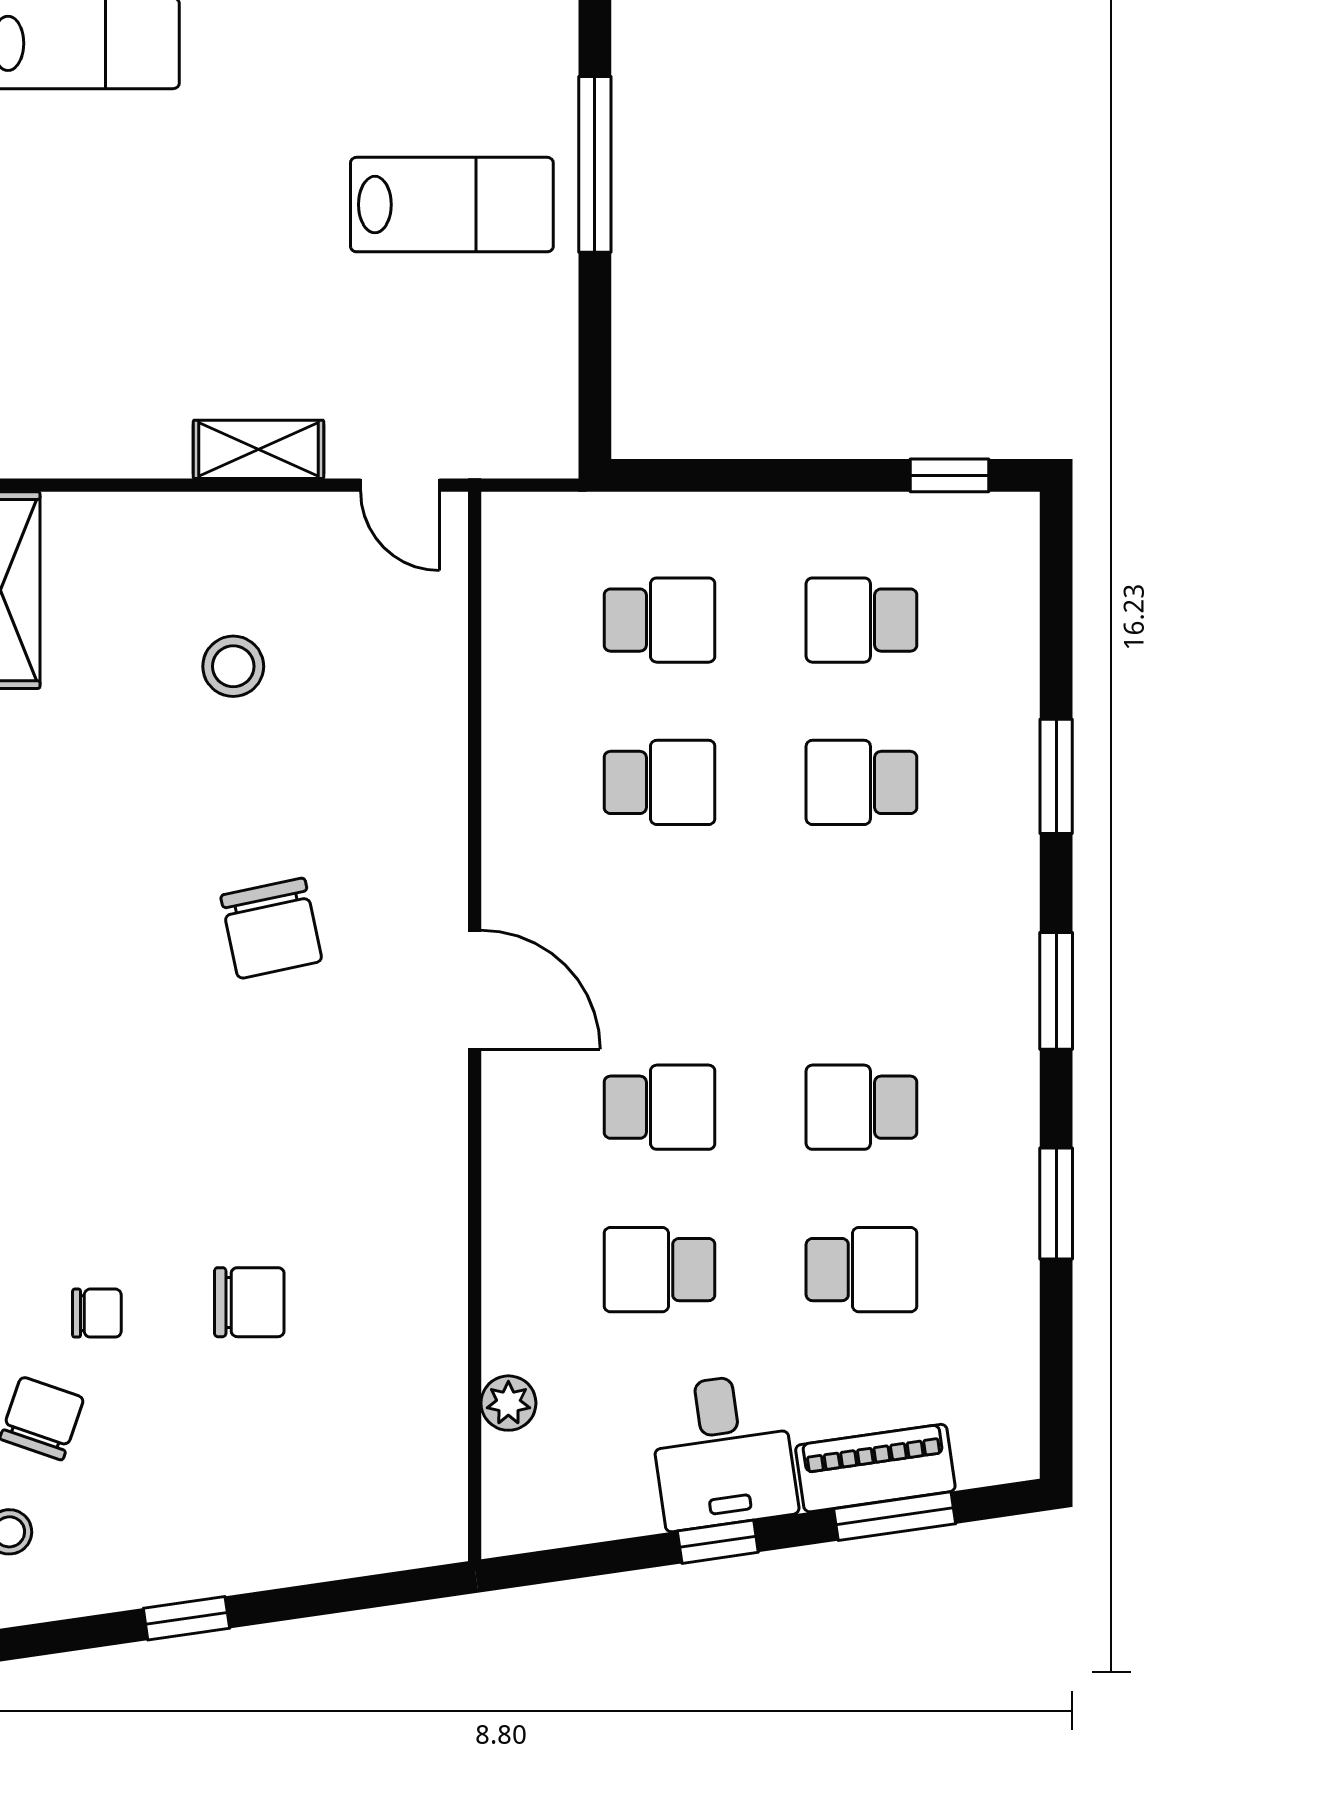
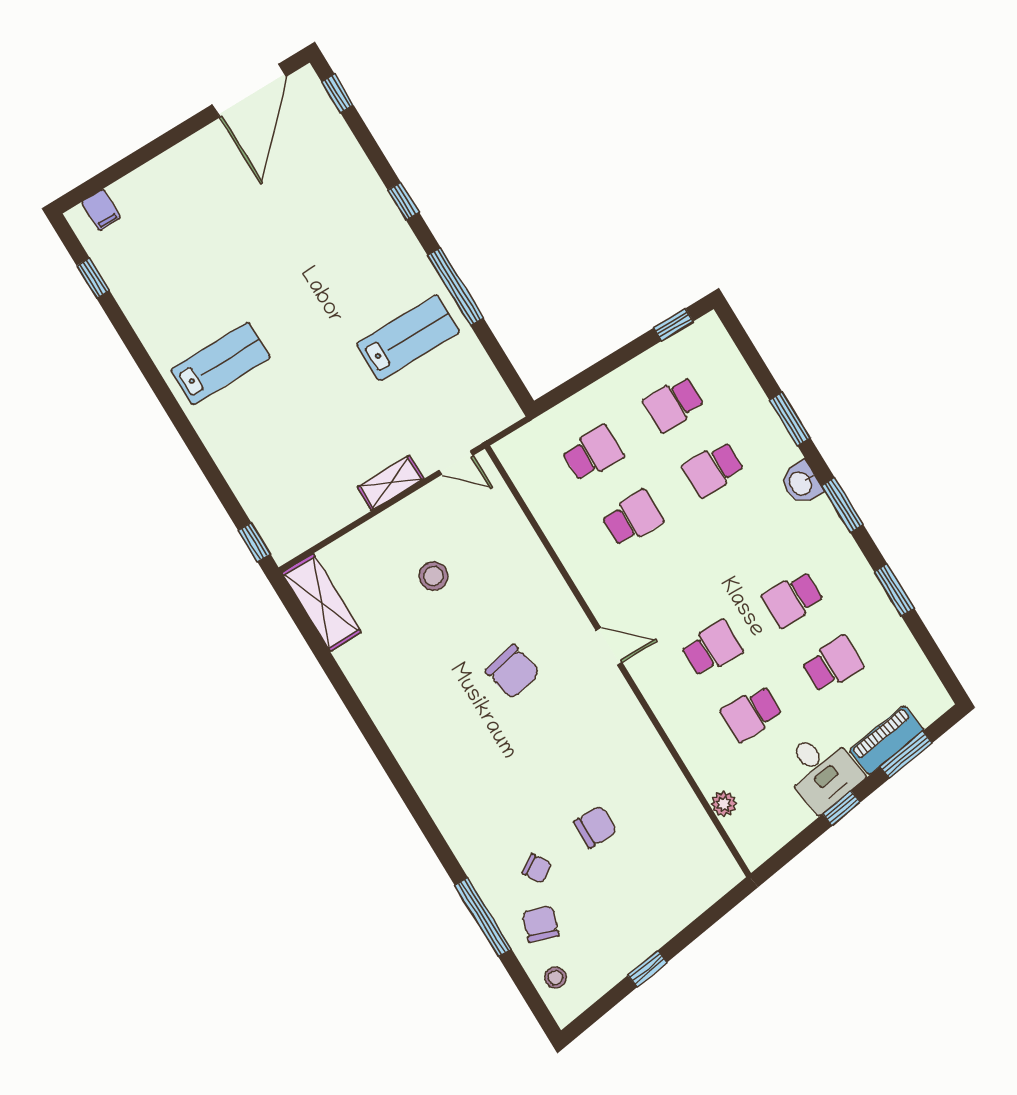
washbasin: (1006, 906) -> (801, 483), added
door: (475, 990) -> (609, 647), width x0.73
chair: (97, 1313) -> (537, 868), turned 58

